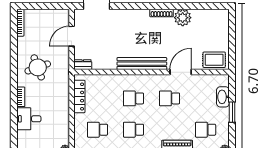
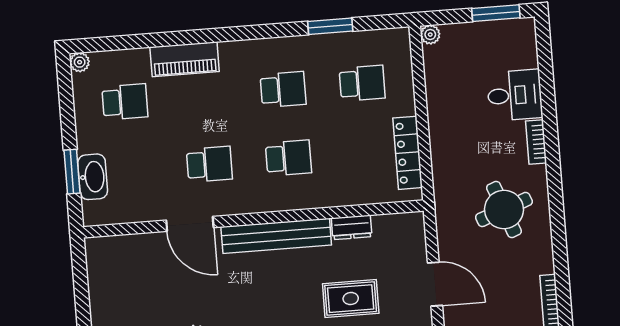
door: (72, 36) -> (435, 284), hinge flipped
rug: (214, 60) -> (351, 299), moved
dresser: (83, 65) -> (352, 227), moved
door: (181, 72) -> (190, 224), hinge flipped
window: (232, 112) -> (72, 172), moved

